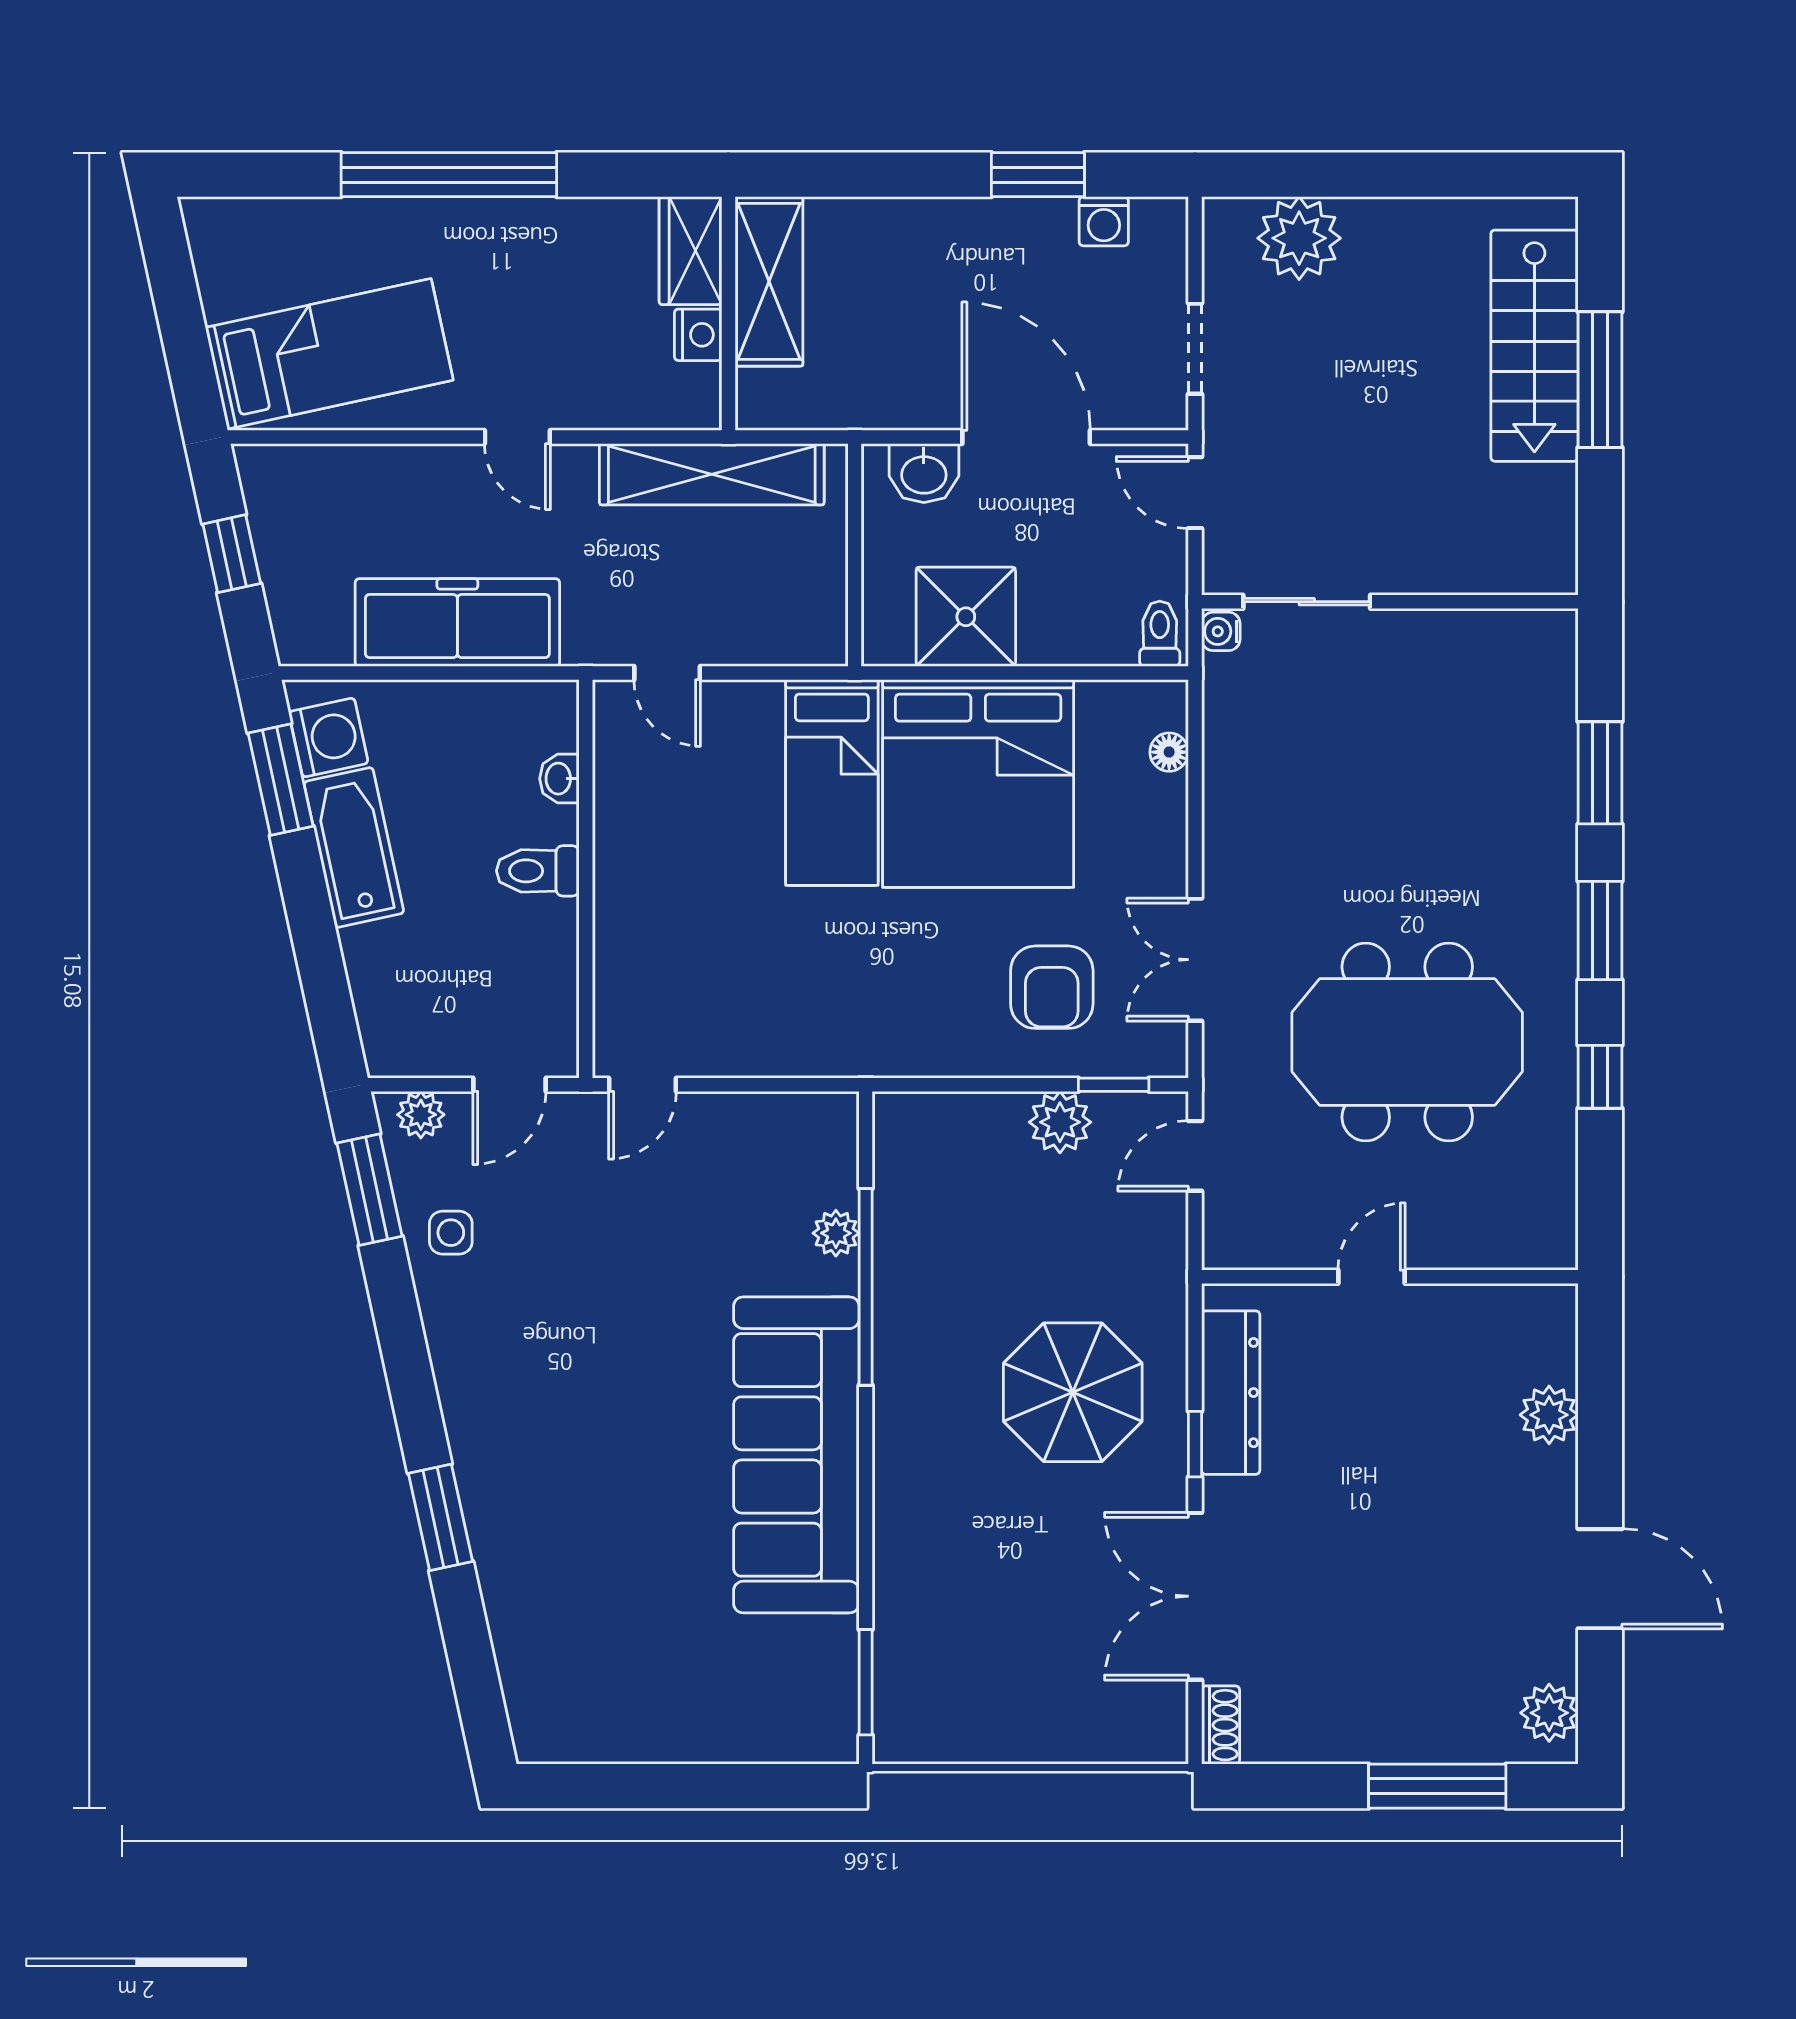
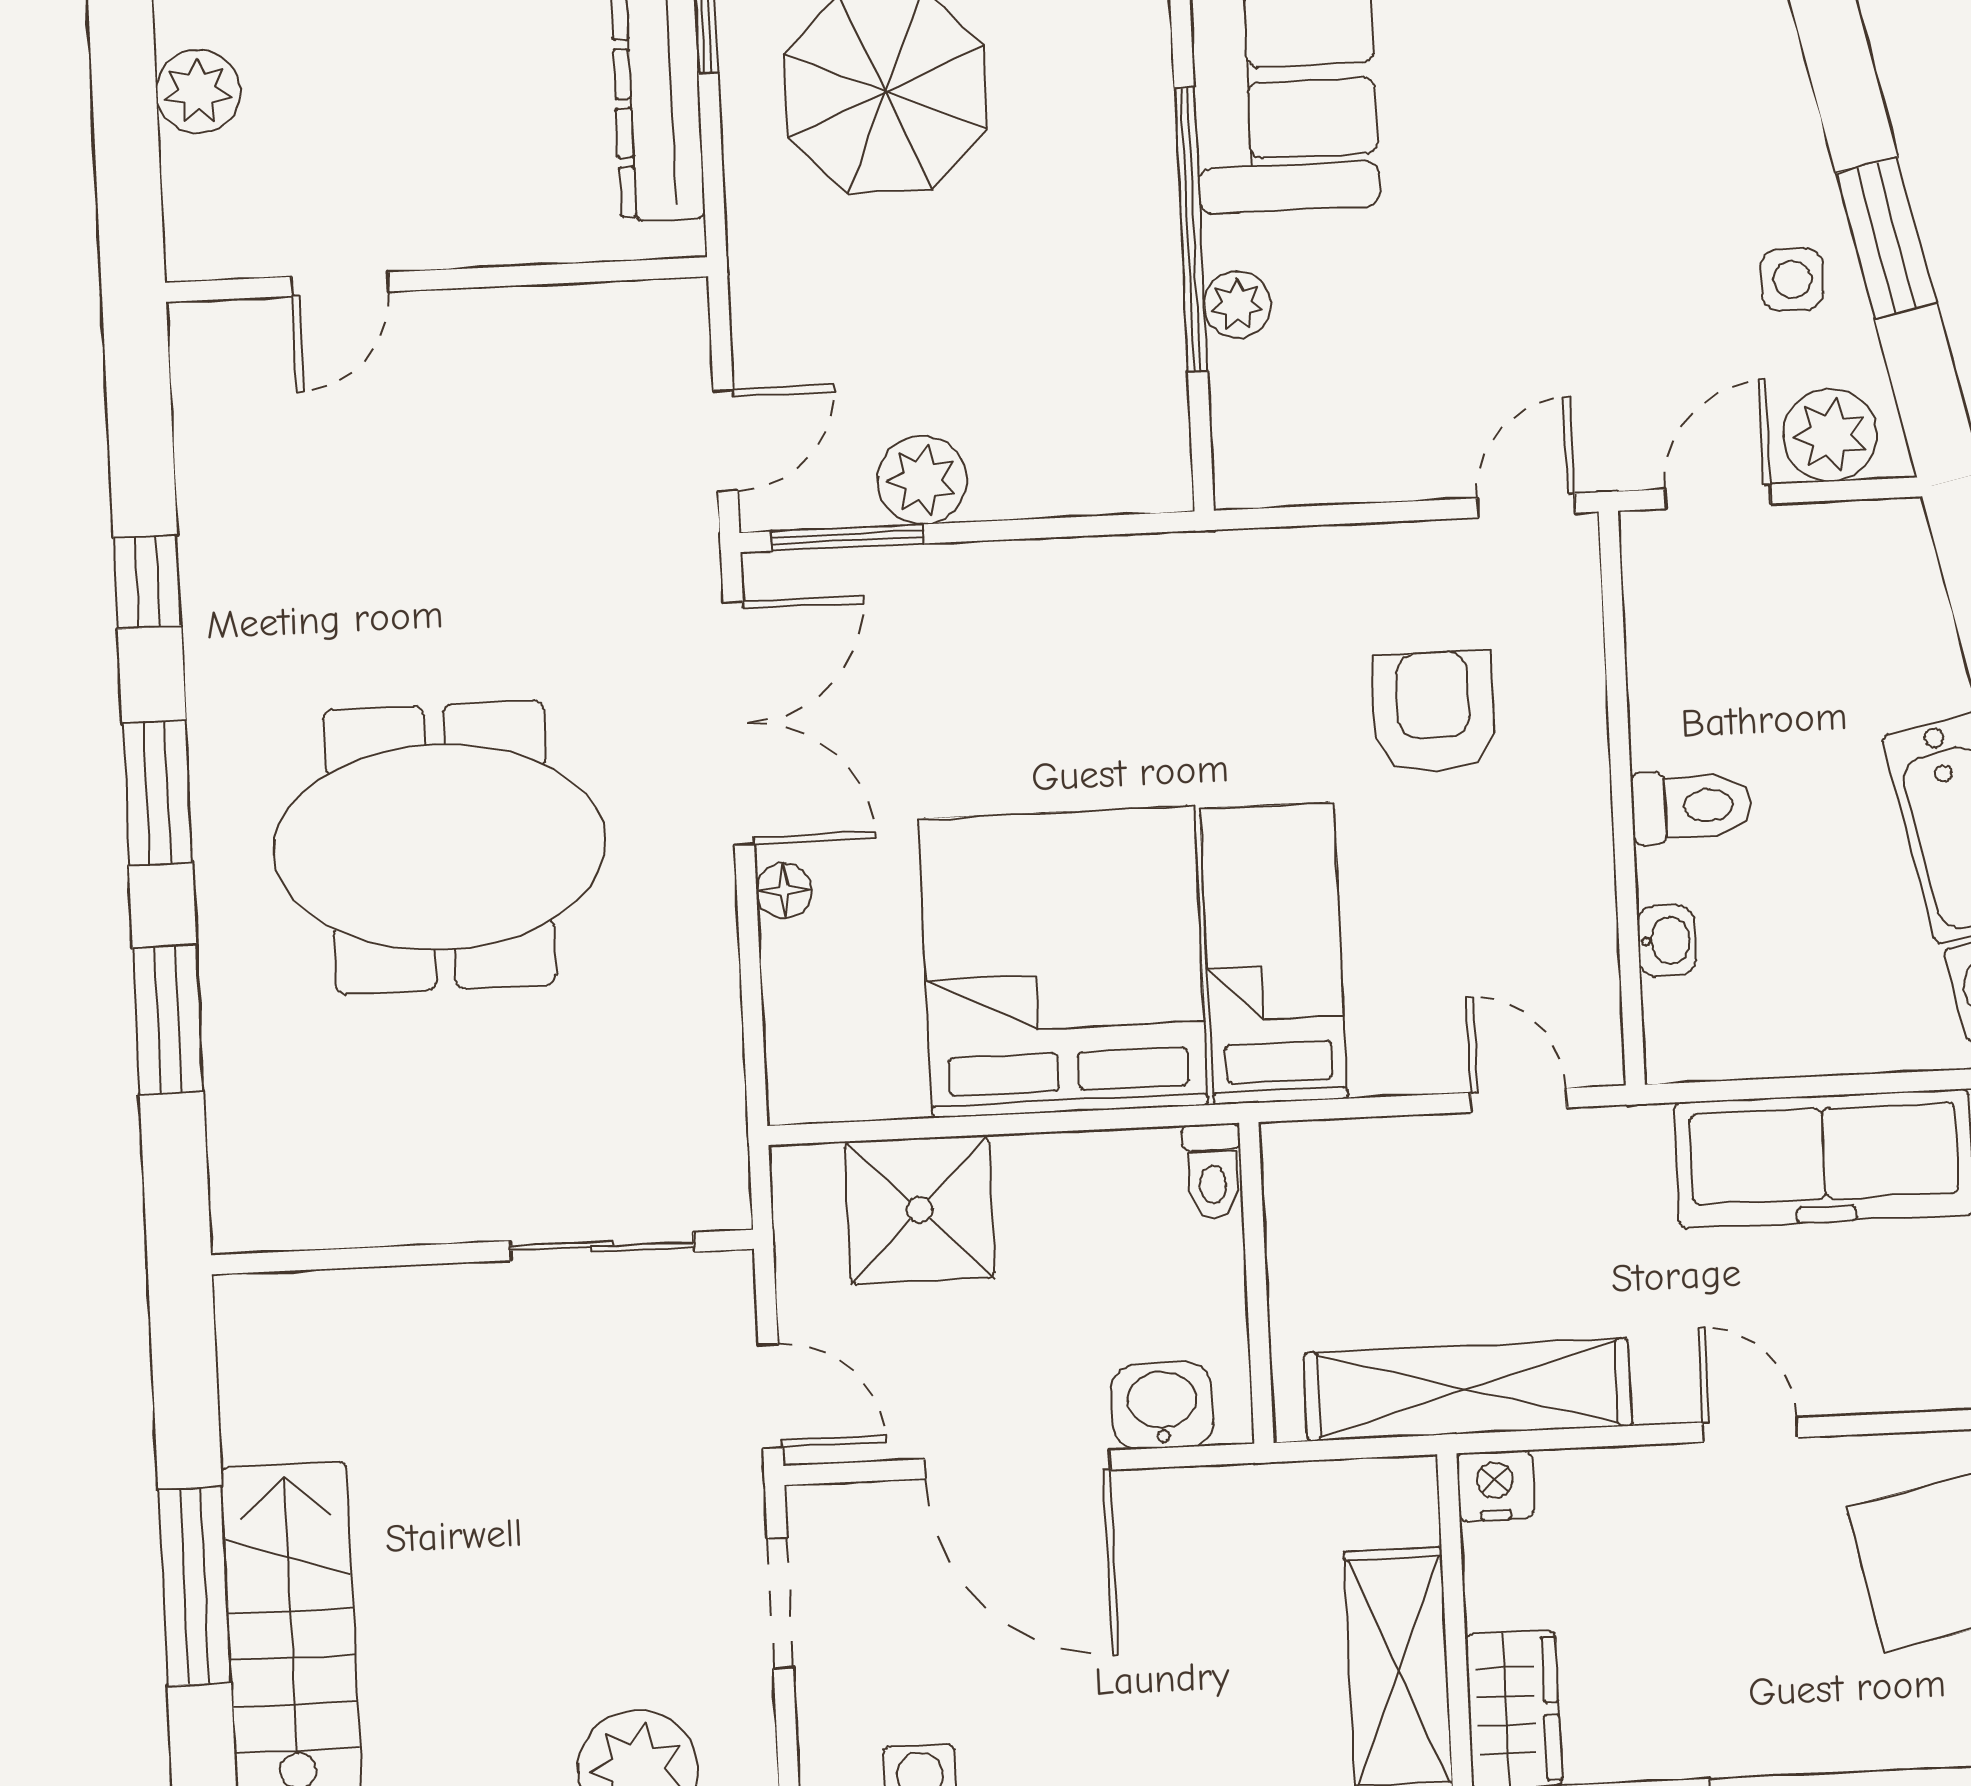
nightstand: (698, 335) -> (1495, 1486), moved, turned 90
shower: (966, 617) -> (920, 1210), moved
water cooler: (1221, 631) -> (724, 1198), removed
toilet: (1160, 634) -> (1213, 1171), moved
floor lamp: (1169, 752) -> (784, 891), moved
double door: (1195, 960) -> (739, 723), width x1.37
armchair: (1052, 987) -> (1434, 712), moved
meeting table: (1407, 1042) -> (440, 847), moved
window: (1114, 1085) -> (847, 538), width x1.50
plant: (421, 1115) -> (1830, 435), width x1.38, depth x1.38
window: (369, 1190) -> (1886, 238), moved
door: (1372, 1277) -> (340, 284), moved

